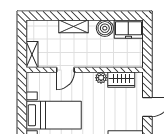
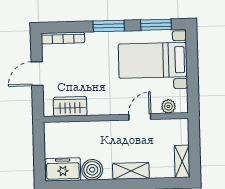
shelving: (32, 55) -> (182, 161), moved
plant: (101, 78) -> (168, 106), moved

